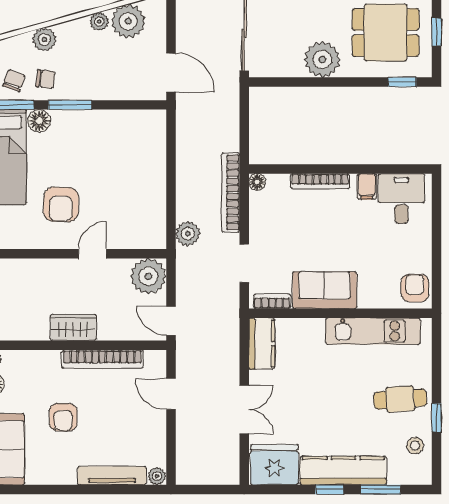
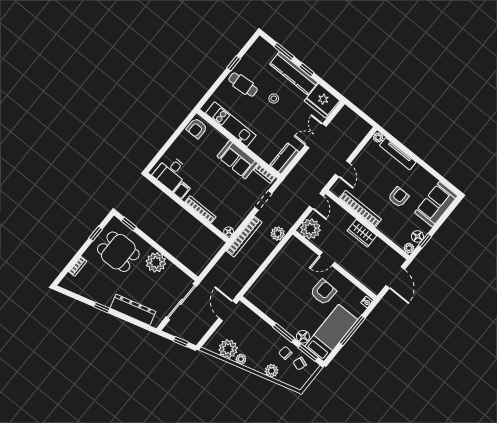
stool: (415, 446) -> (274, 99), moved

